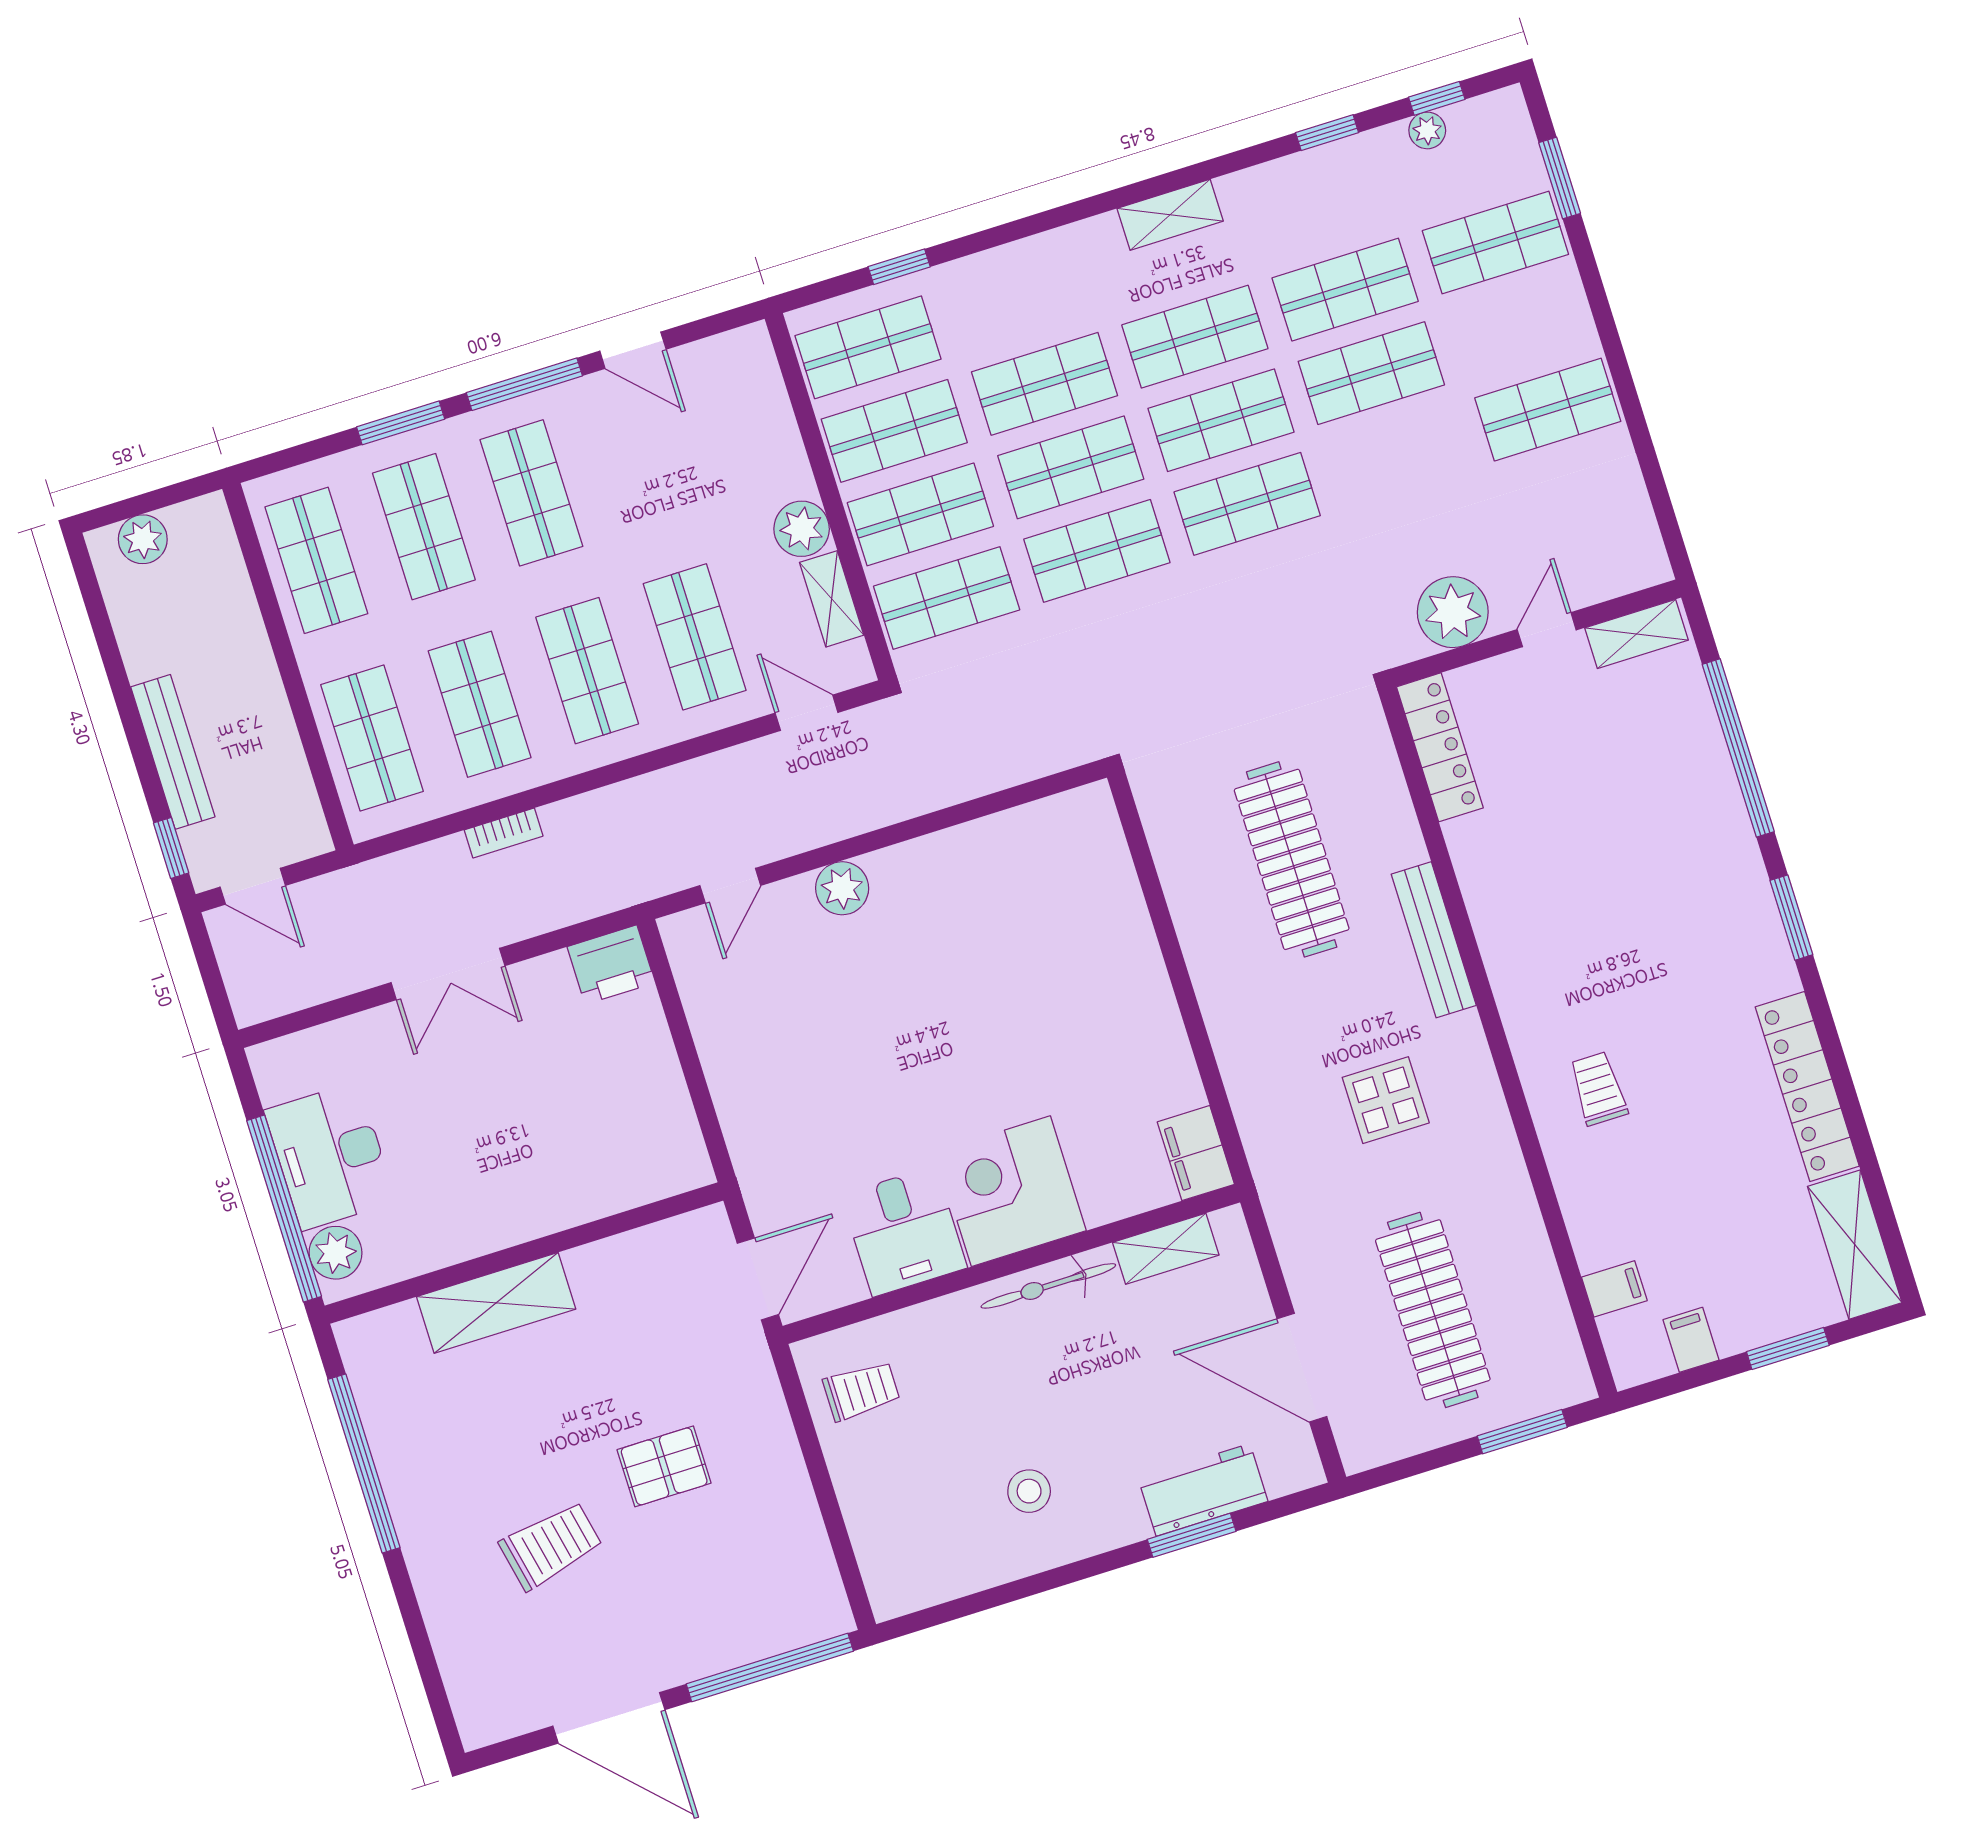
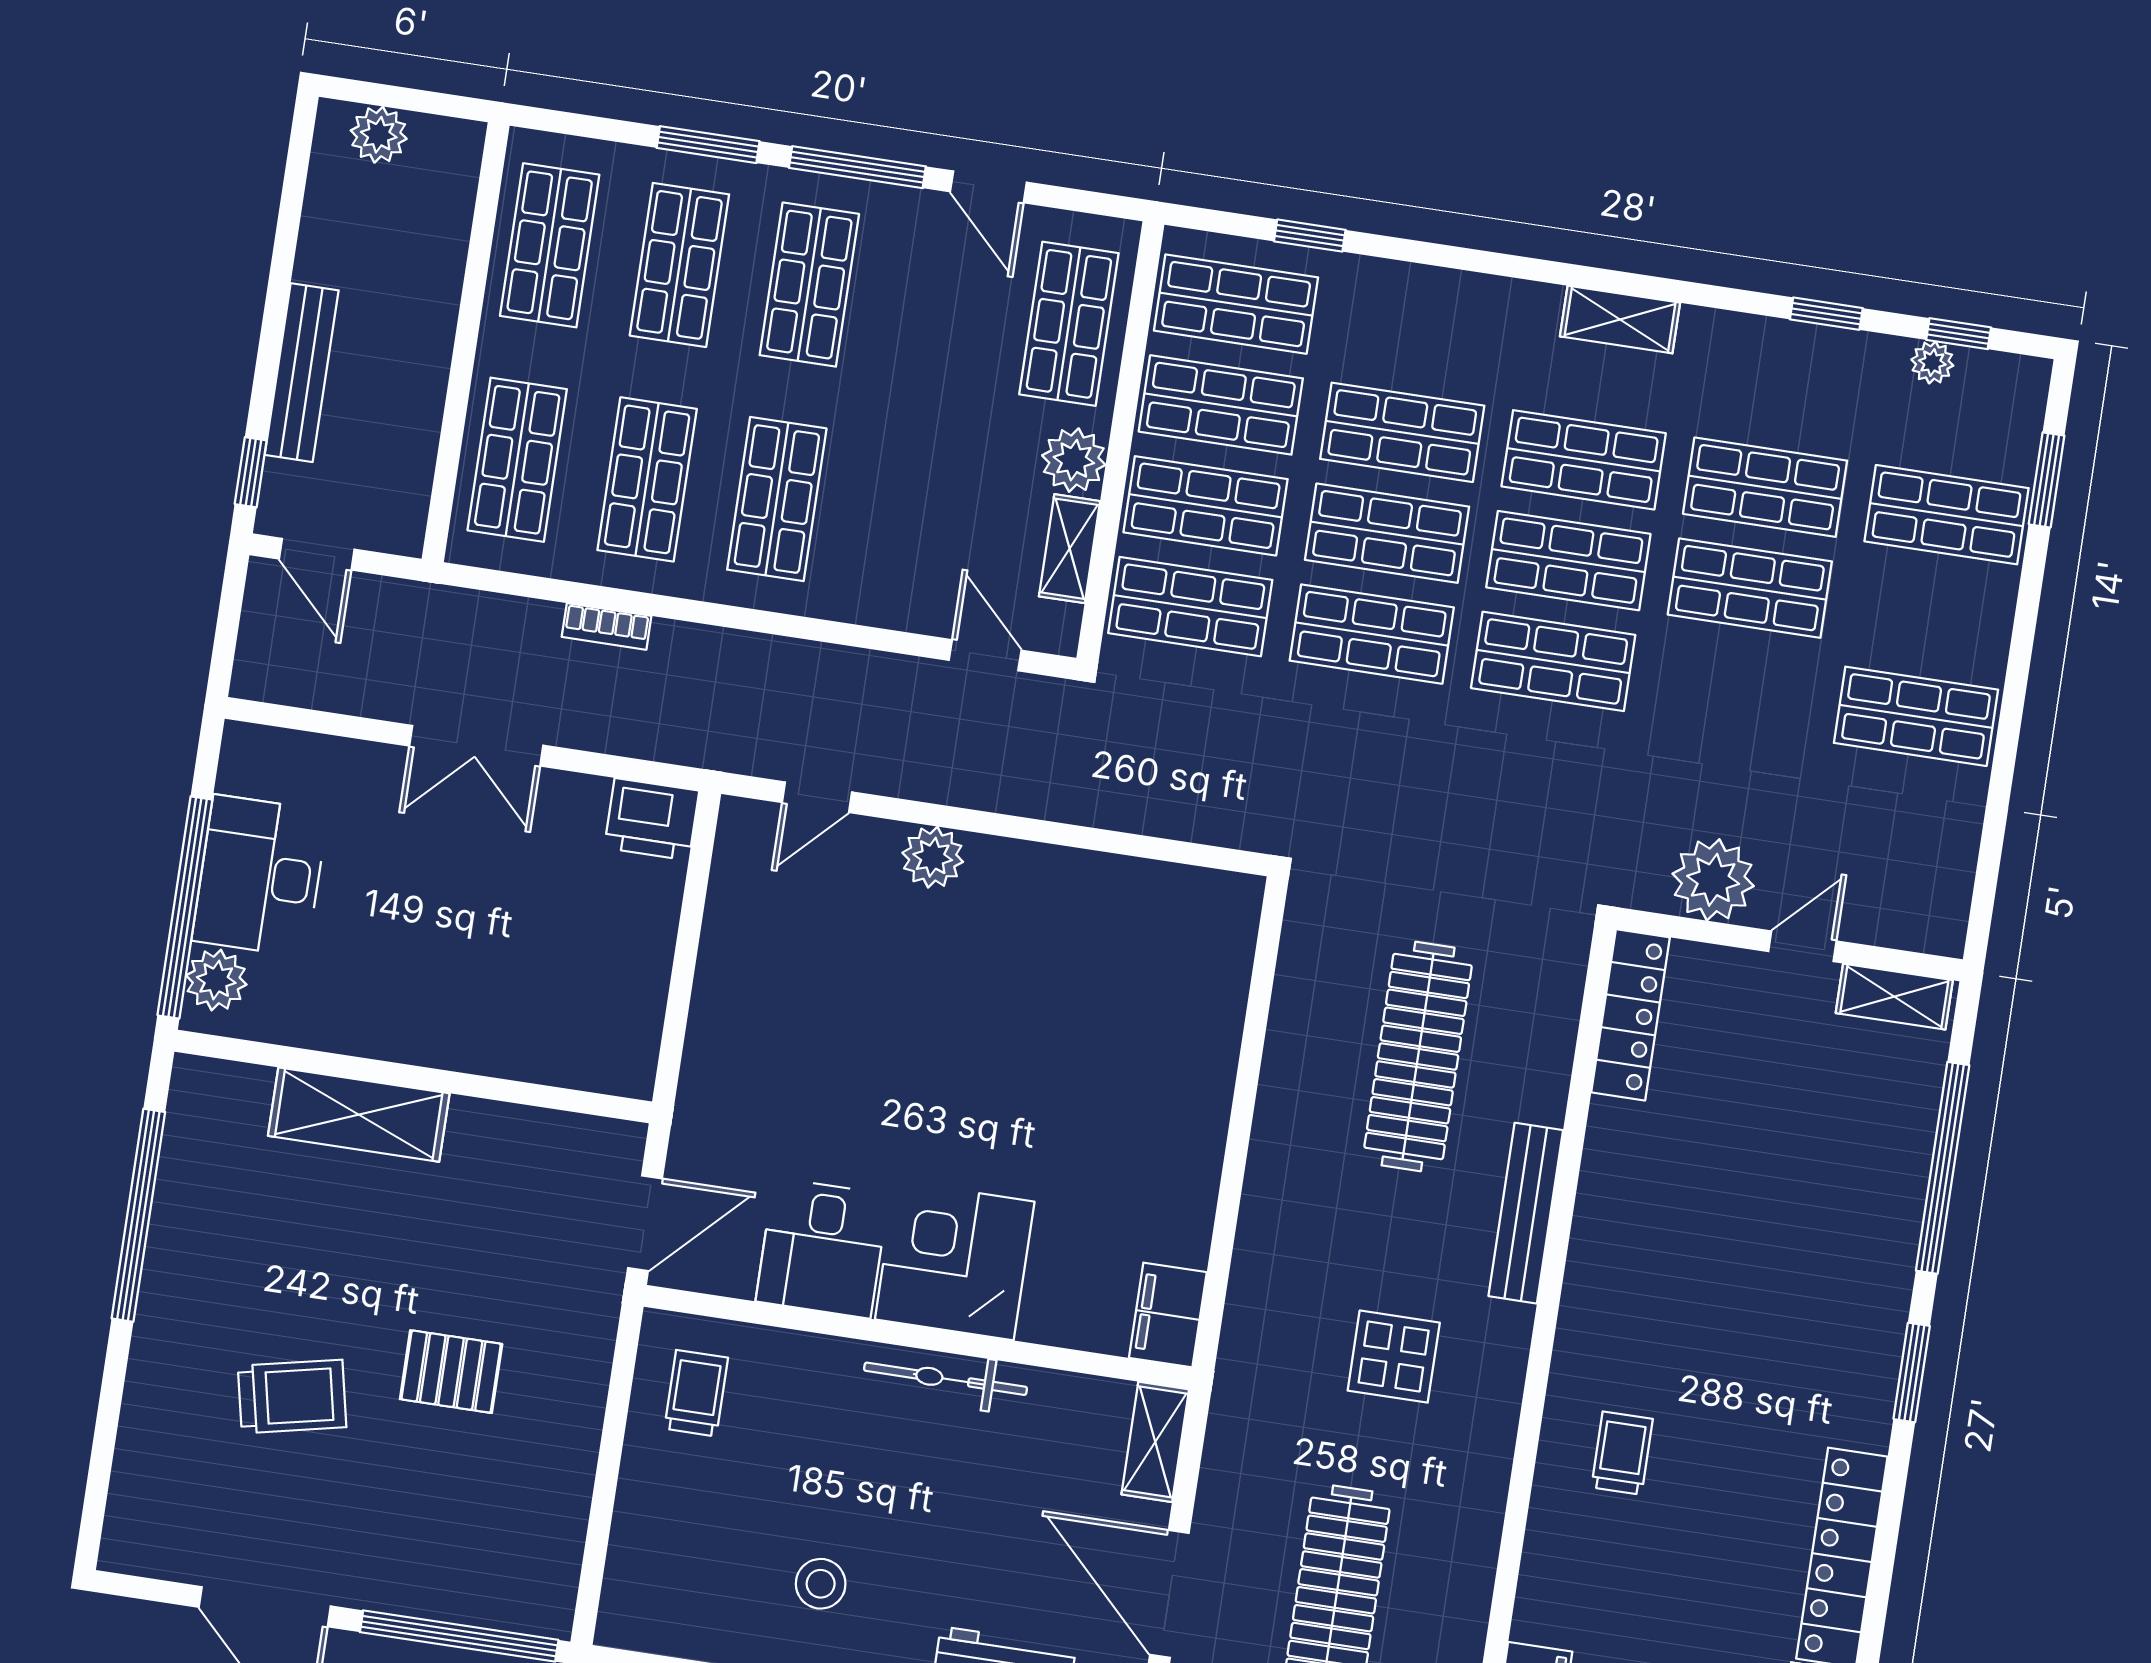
shop shelf: (695, 637) -> (1069, 324), moved
shelving: (1166, 1249) -> (1155, 1442), moved, turned 90
trolley: (861, 1391) -> (696, 1393), turned -90

